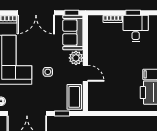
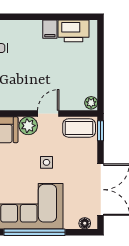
plant: (94, 106) -> (91, 103), added
window: (62, 113) -> (101, 131), moved

